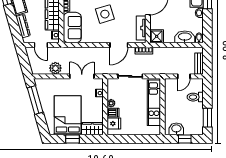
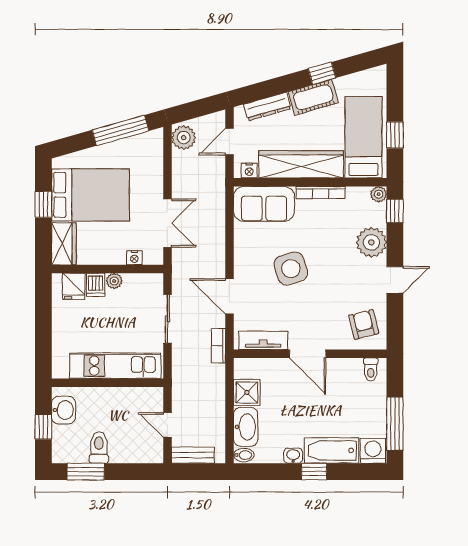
shower: (157, 36) -> (247, 392), moved
plant: (55, 68) -> (184, 138), moved
toilet: (195, 97) -> (99, 447), moved

